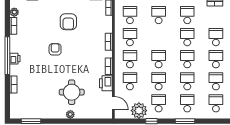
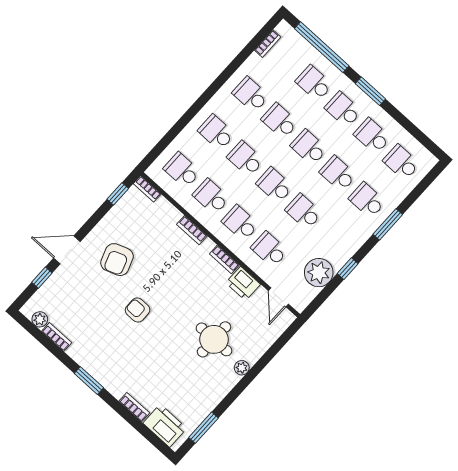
armchair: (68, 22) -> (117, 260), turned 70
window: (7, 56) -> (89, 381), width x0.47
printer: (15, 59) -> (165, 426), moved, width x1.87, depth x1.48
door: (113, 103) -> (278, 297), swing flipped
school desk: (159, 103) -> (245, 159), moved

